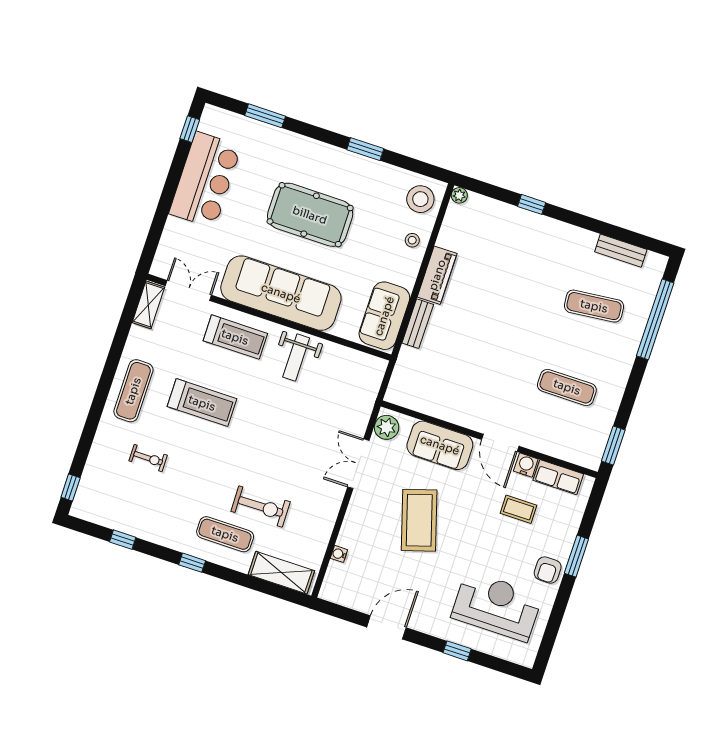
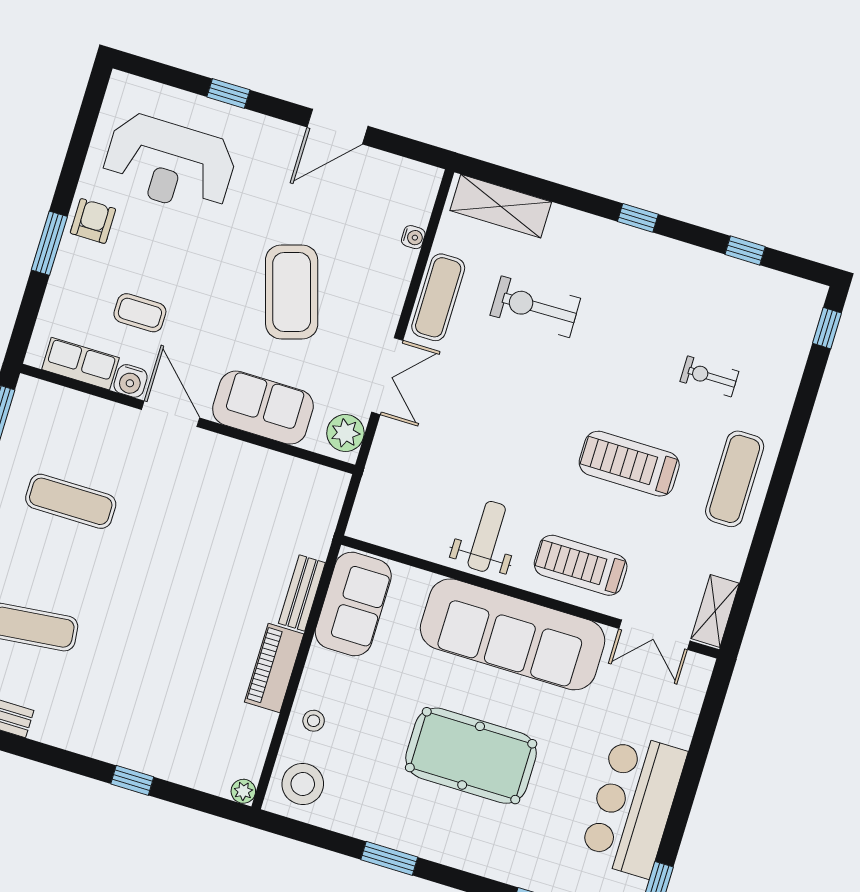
exercise mat: (225, 534) -> (438, 297), moved, turned 90

